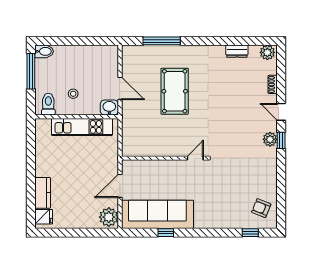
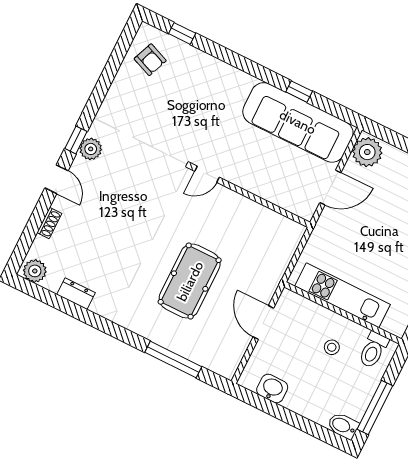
washbasin: (109, 108) -> (272, 389), moved, turned 180

